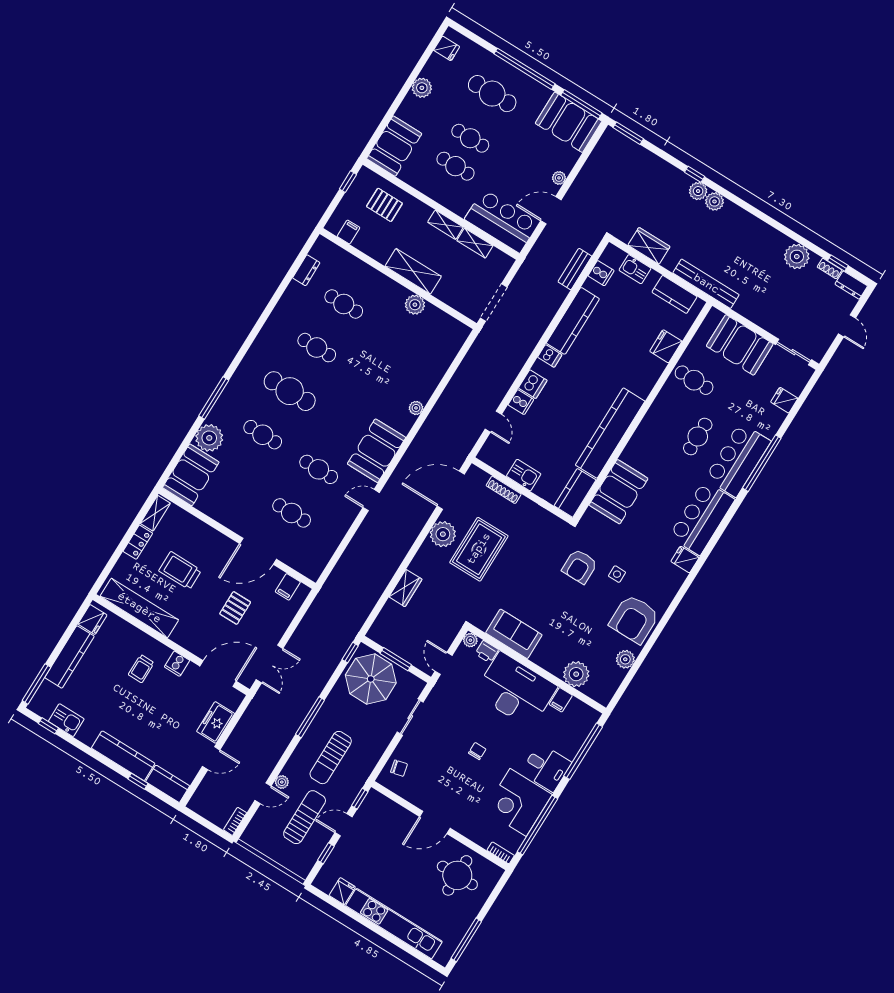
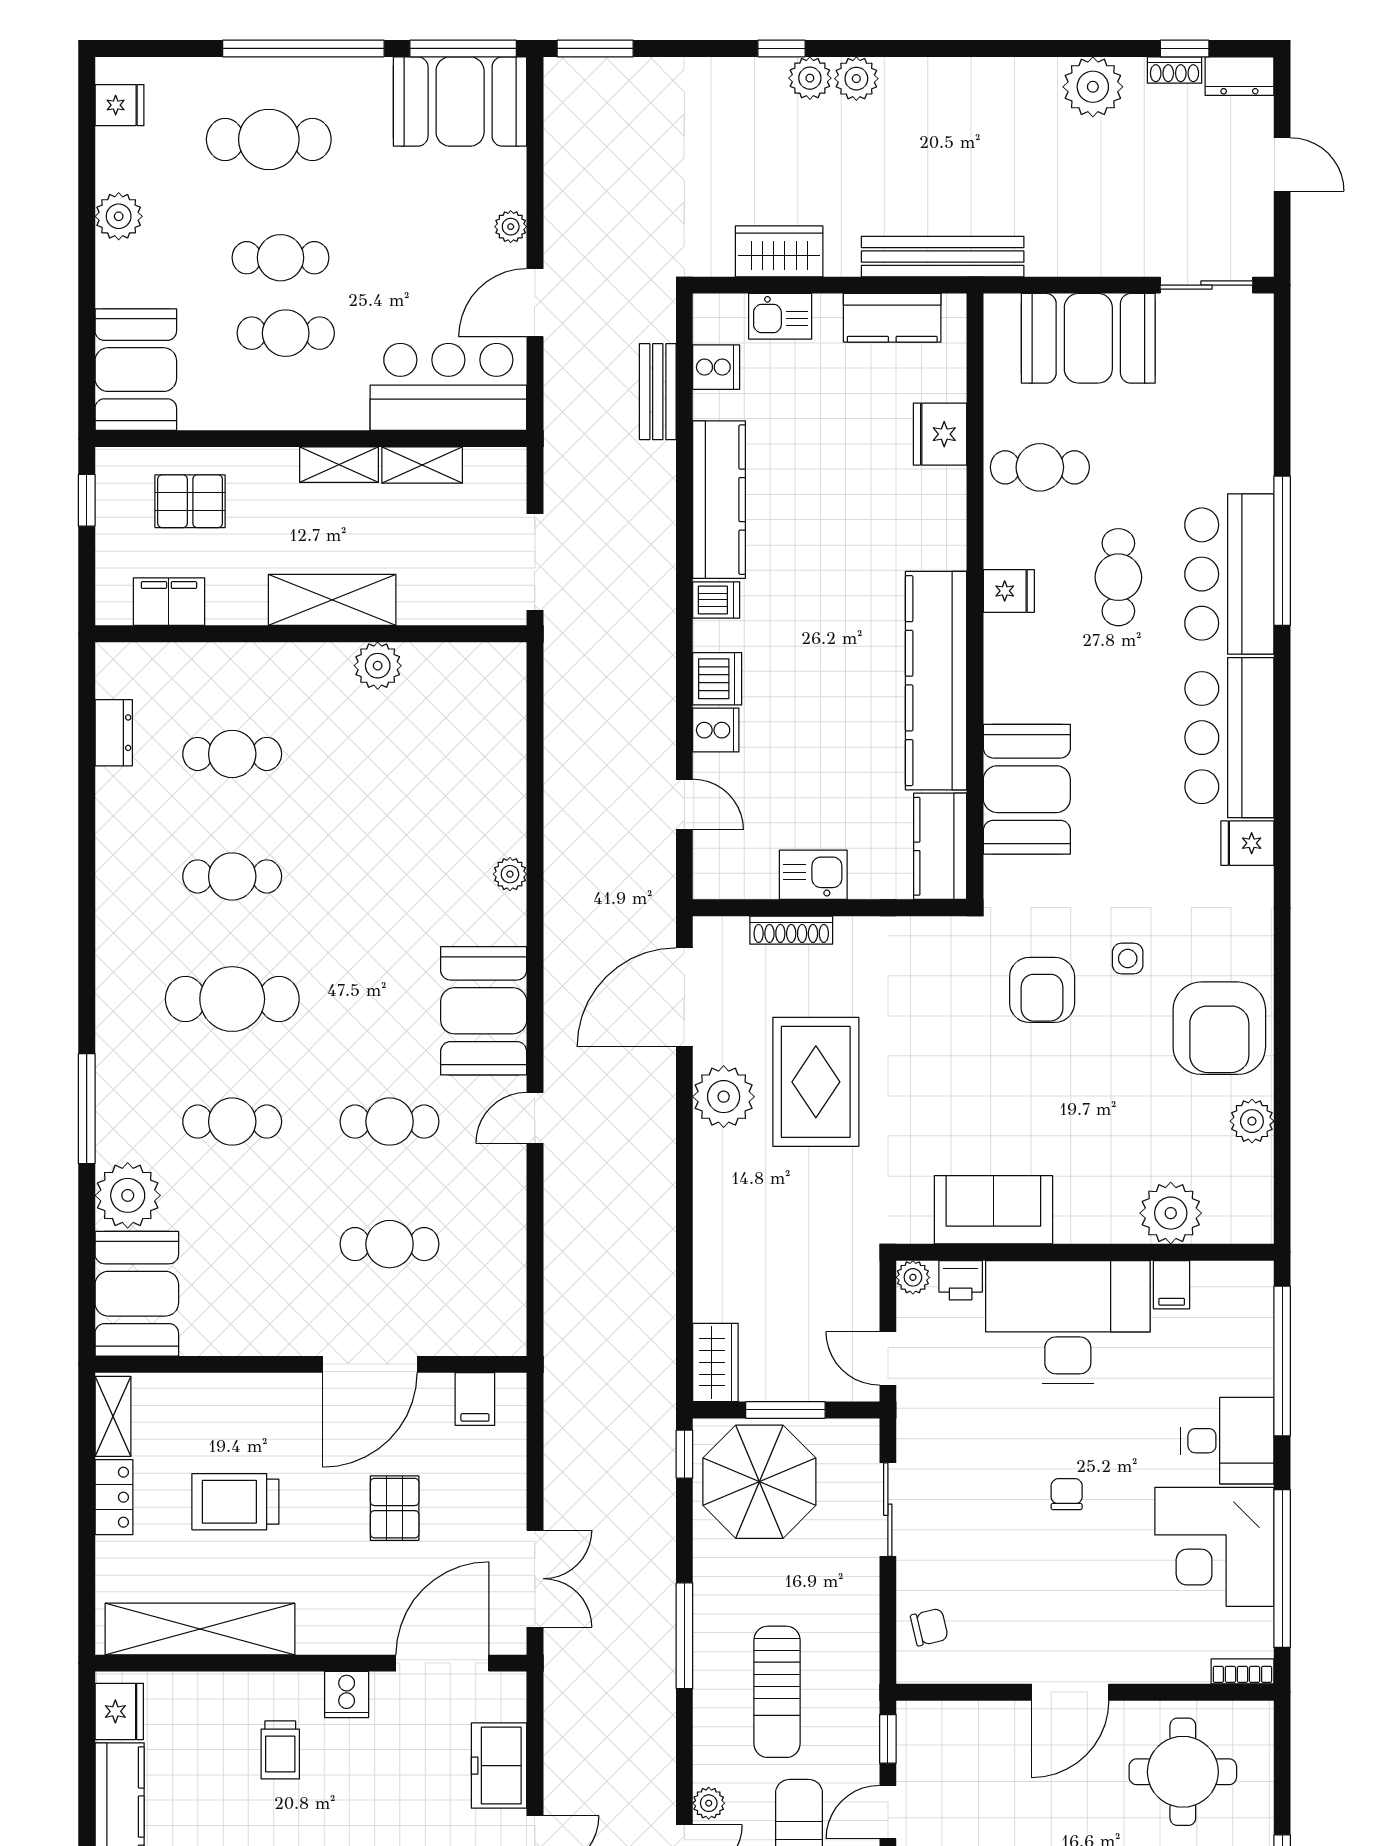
filing cabinet: (348, 232) -> (169, 602), width x2.00
fridge: (784, 400) -> (1009, 591), moved, turned 180
wardrobe: (405, 588) -> (715, 1362), moved

